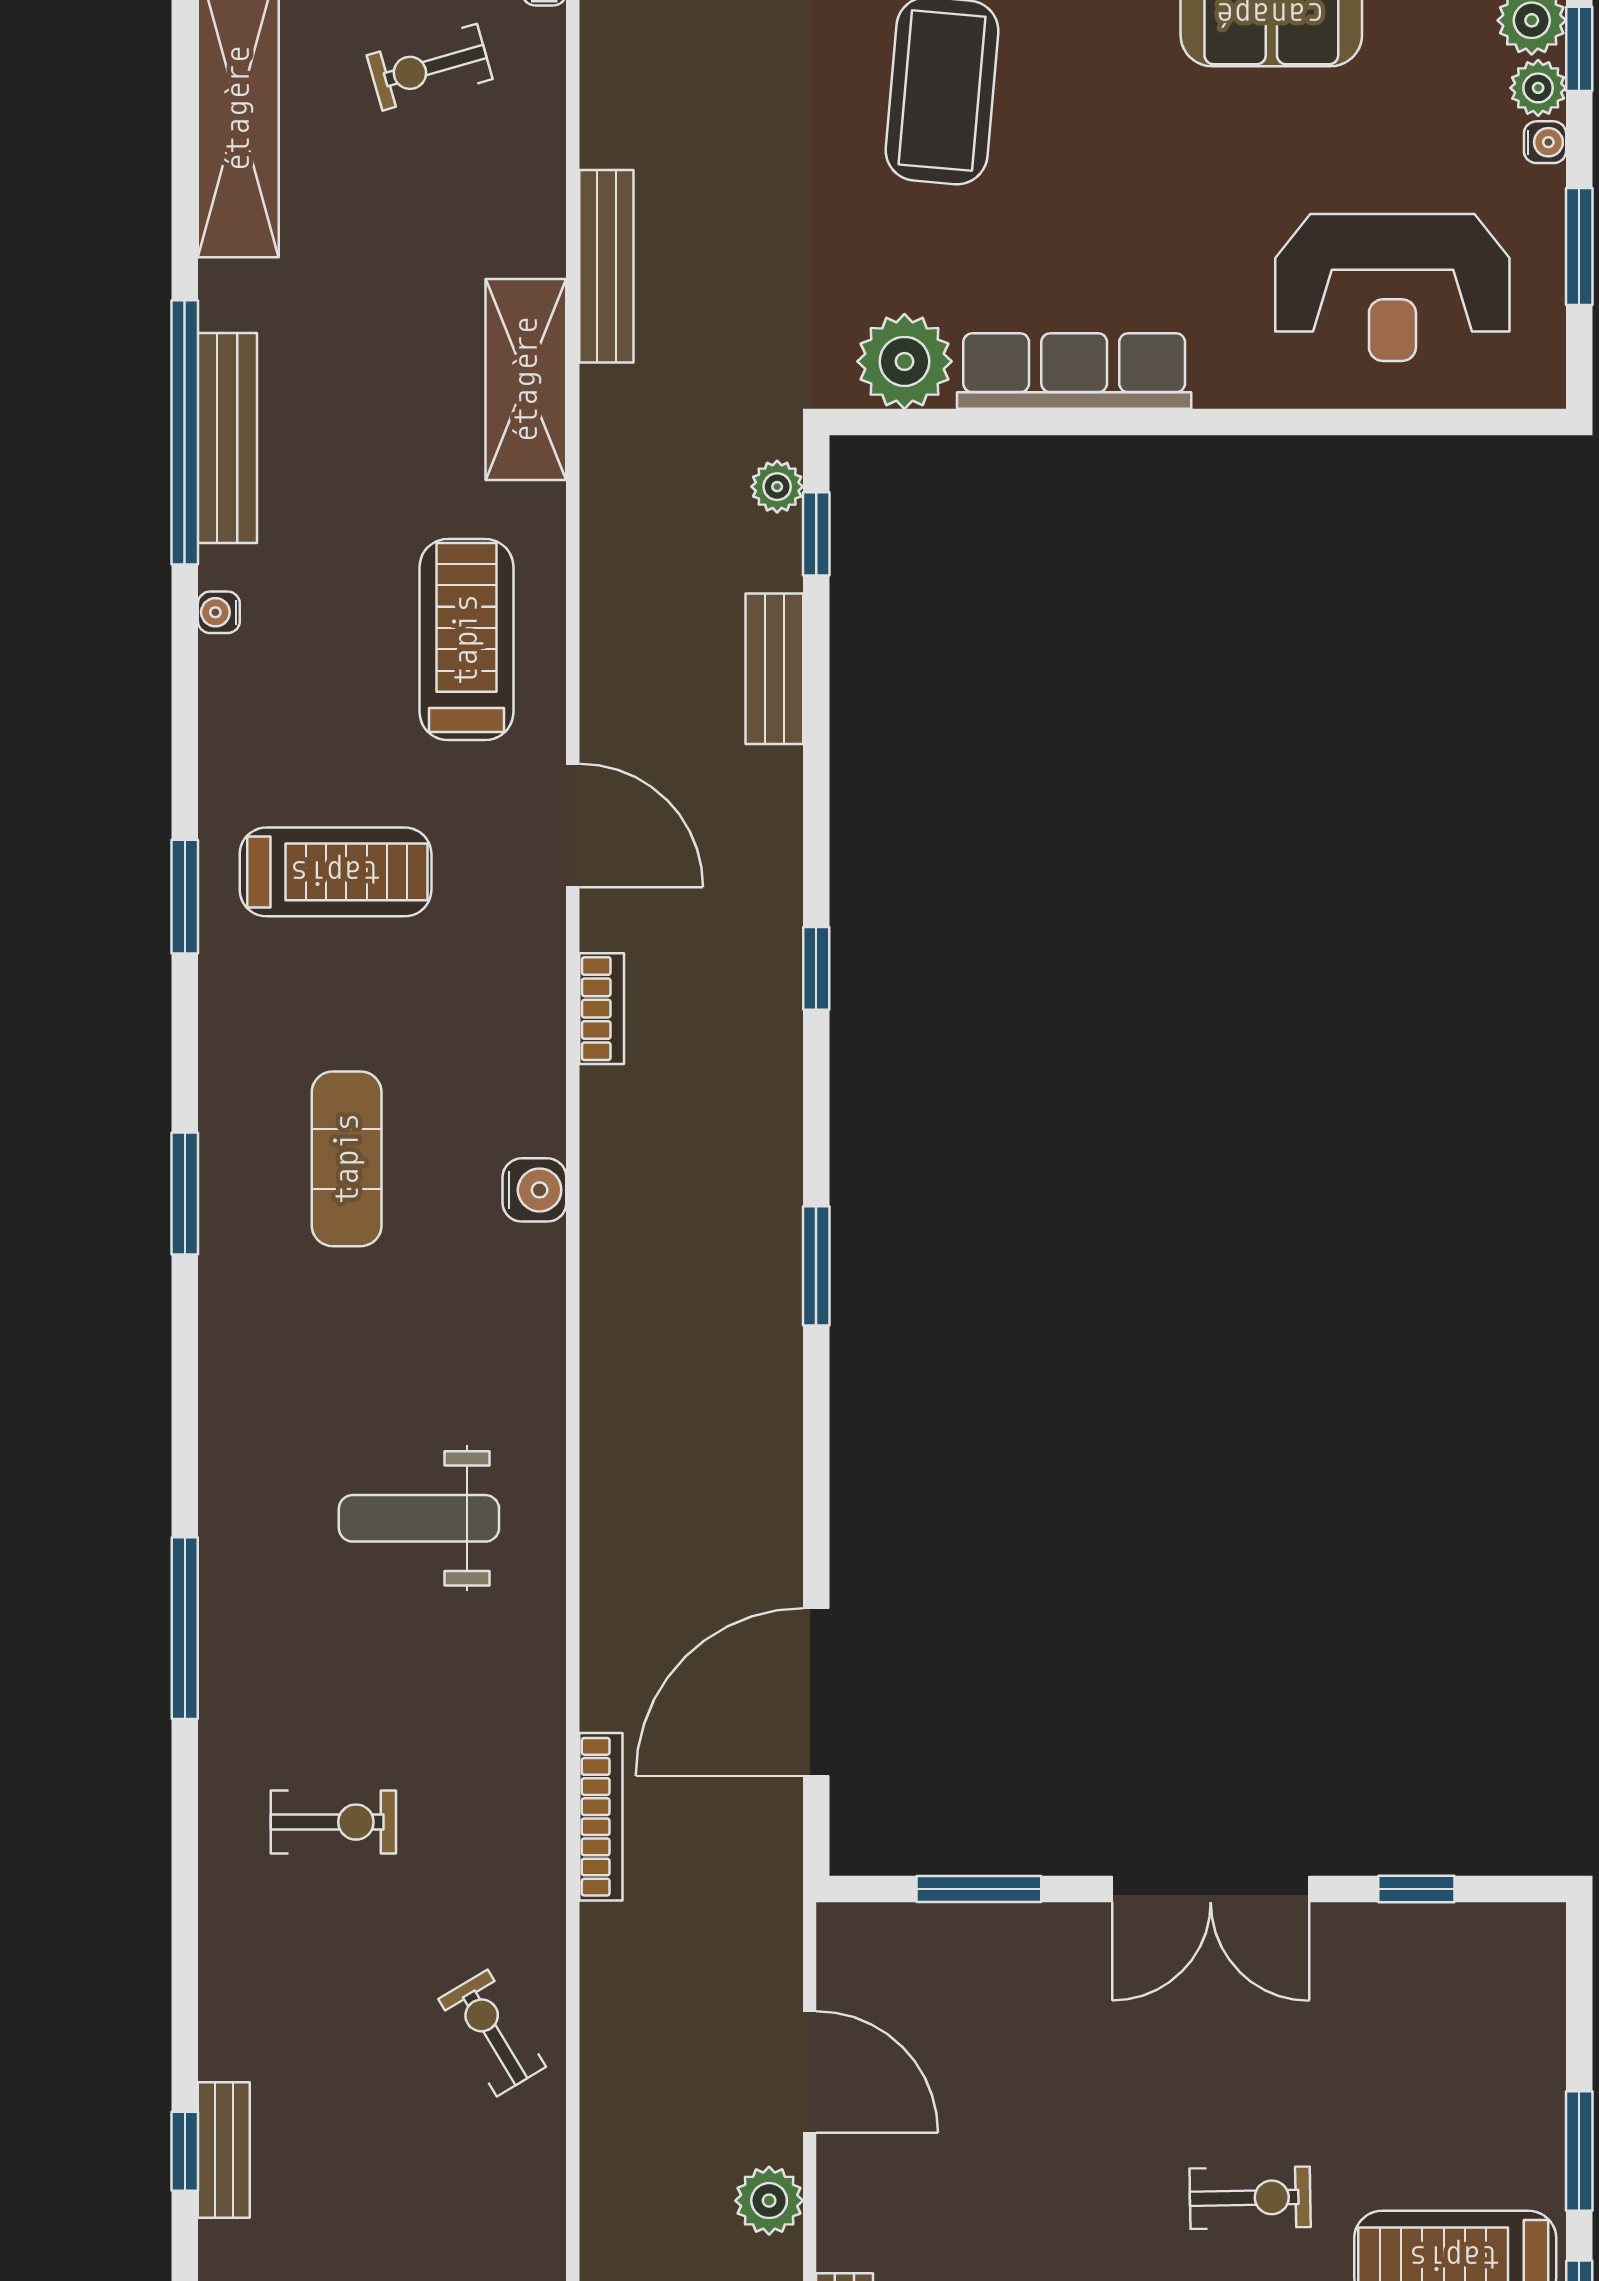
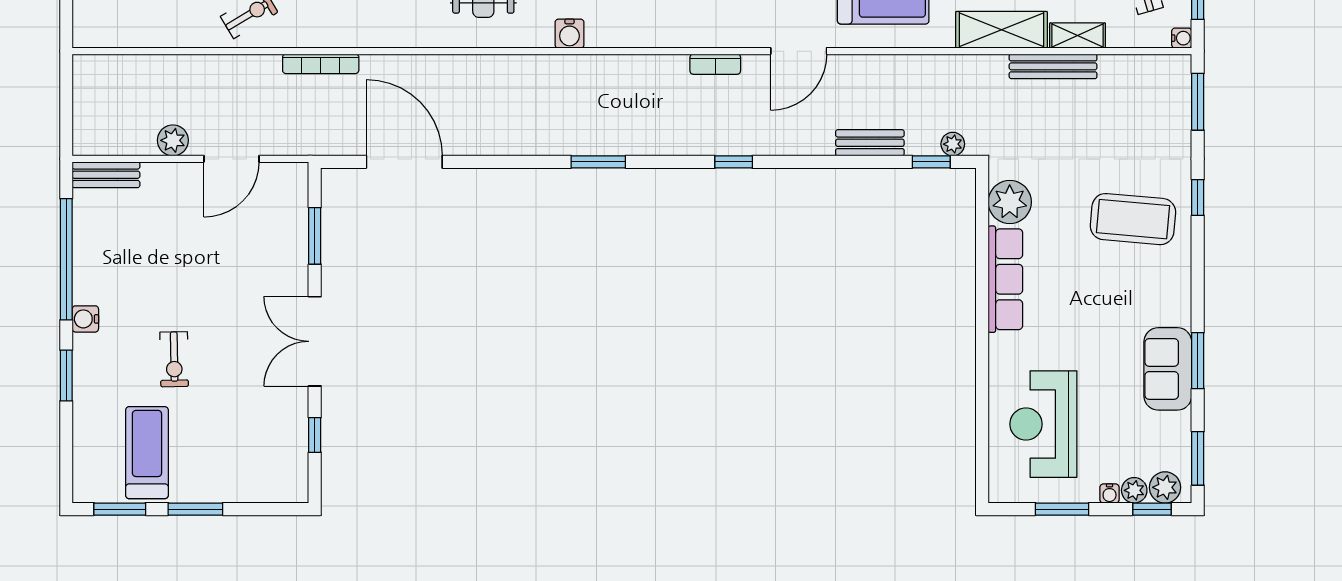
shelving: (539, 212) -> (1078, 36), added
water cooler: (534, 1190) -> (569, 34), moved
bookcase: (601, 1817) -> (321, 64), moved

